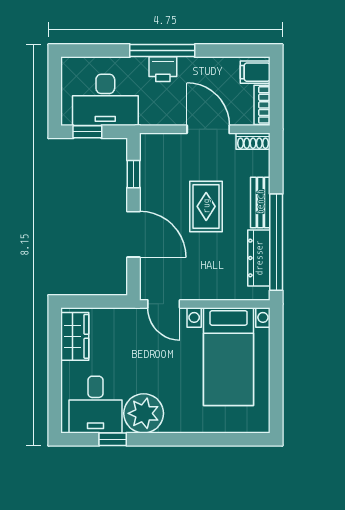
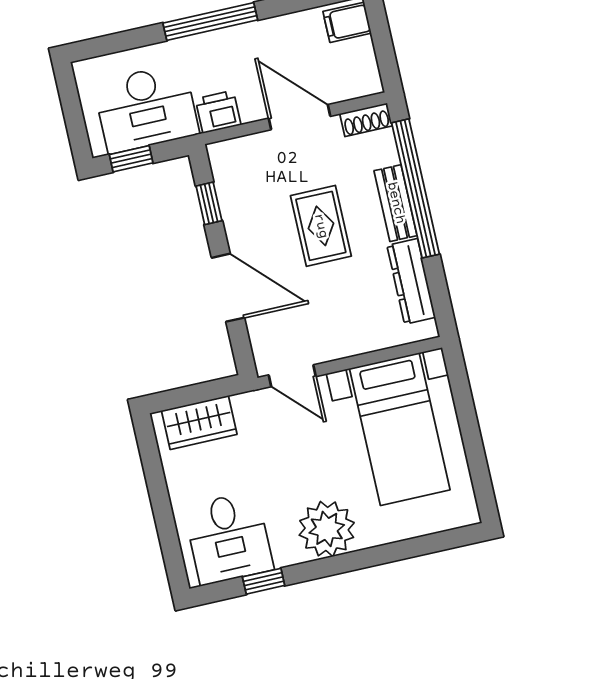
printer: (163, 69) -> (218, 112), moved, turned 180
bookcase: (262, 105) -> (367, 66), removed
window: (276, 242) -> (415, 188), moved
wardrobe: (75, 336) -> (199, 423), moved, turned 90
plant: (144, 413) -> (327, 529), moved

